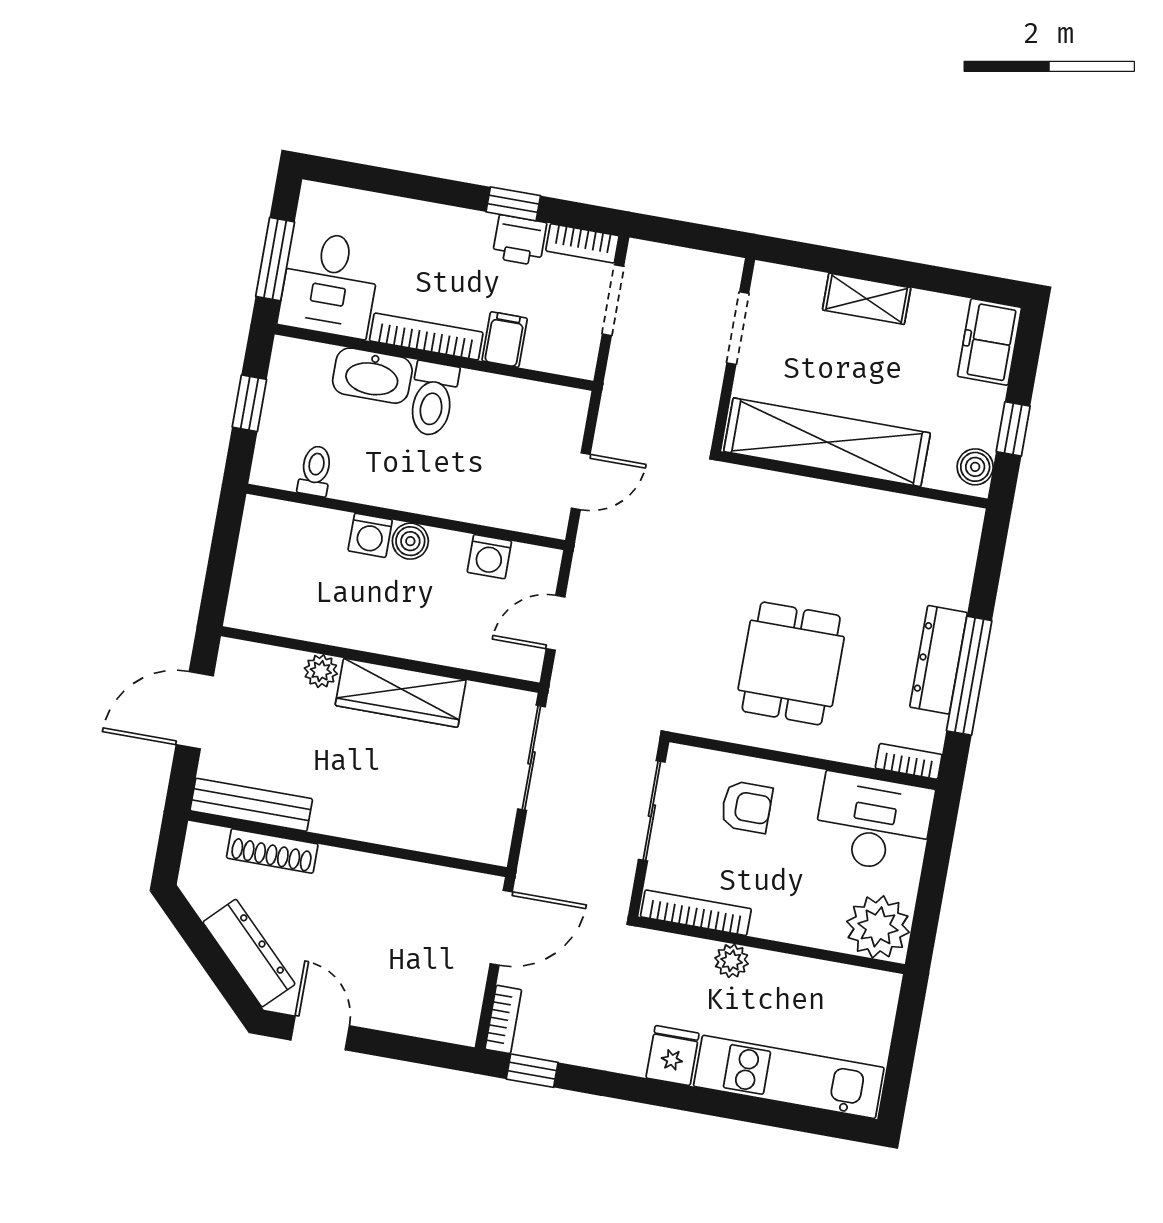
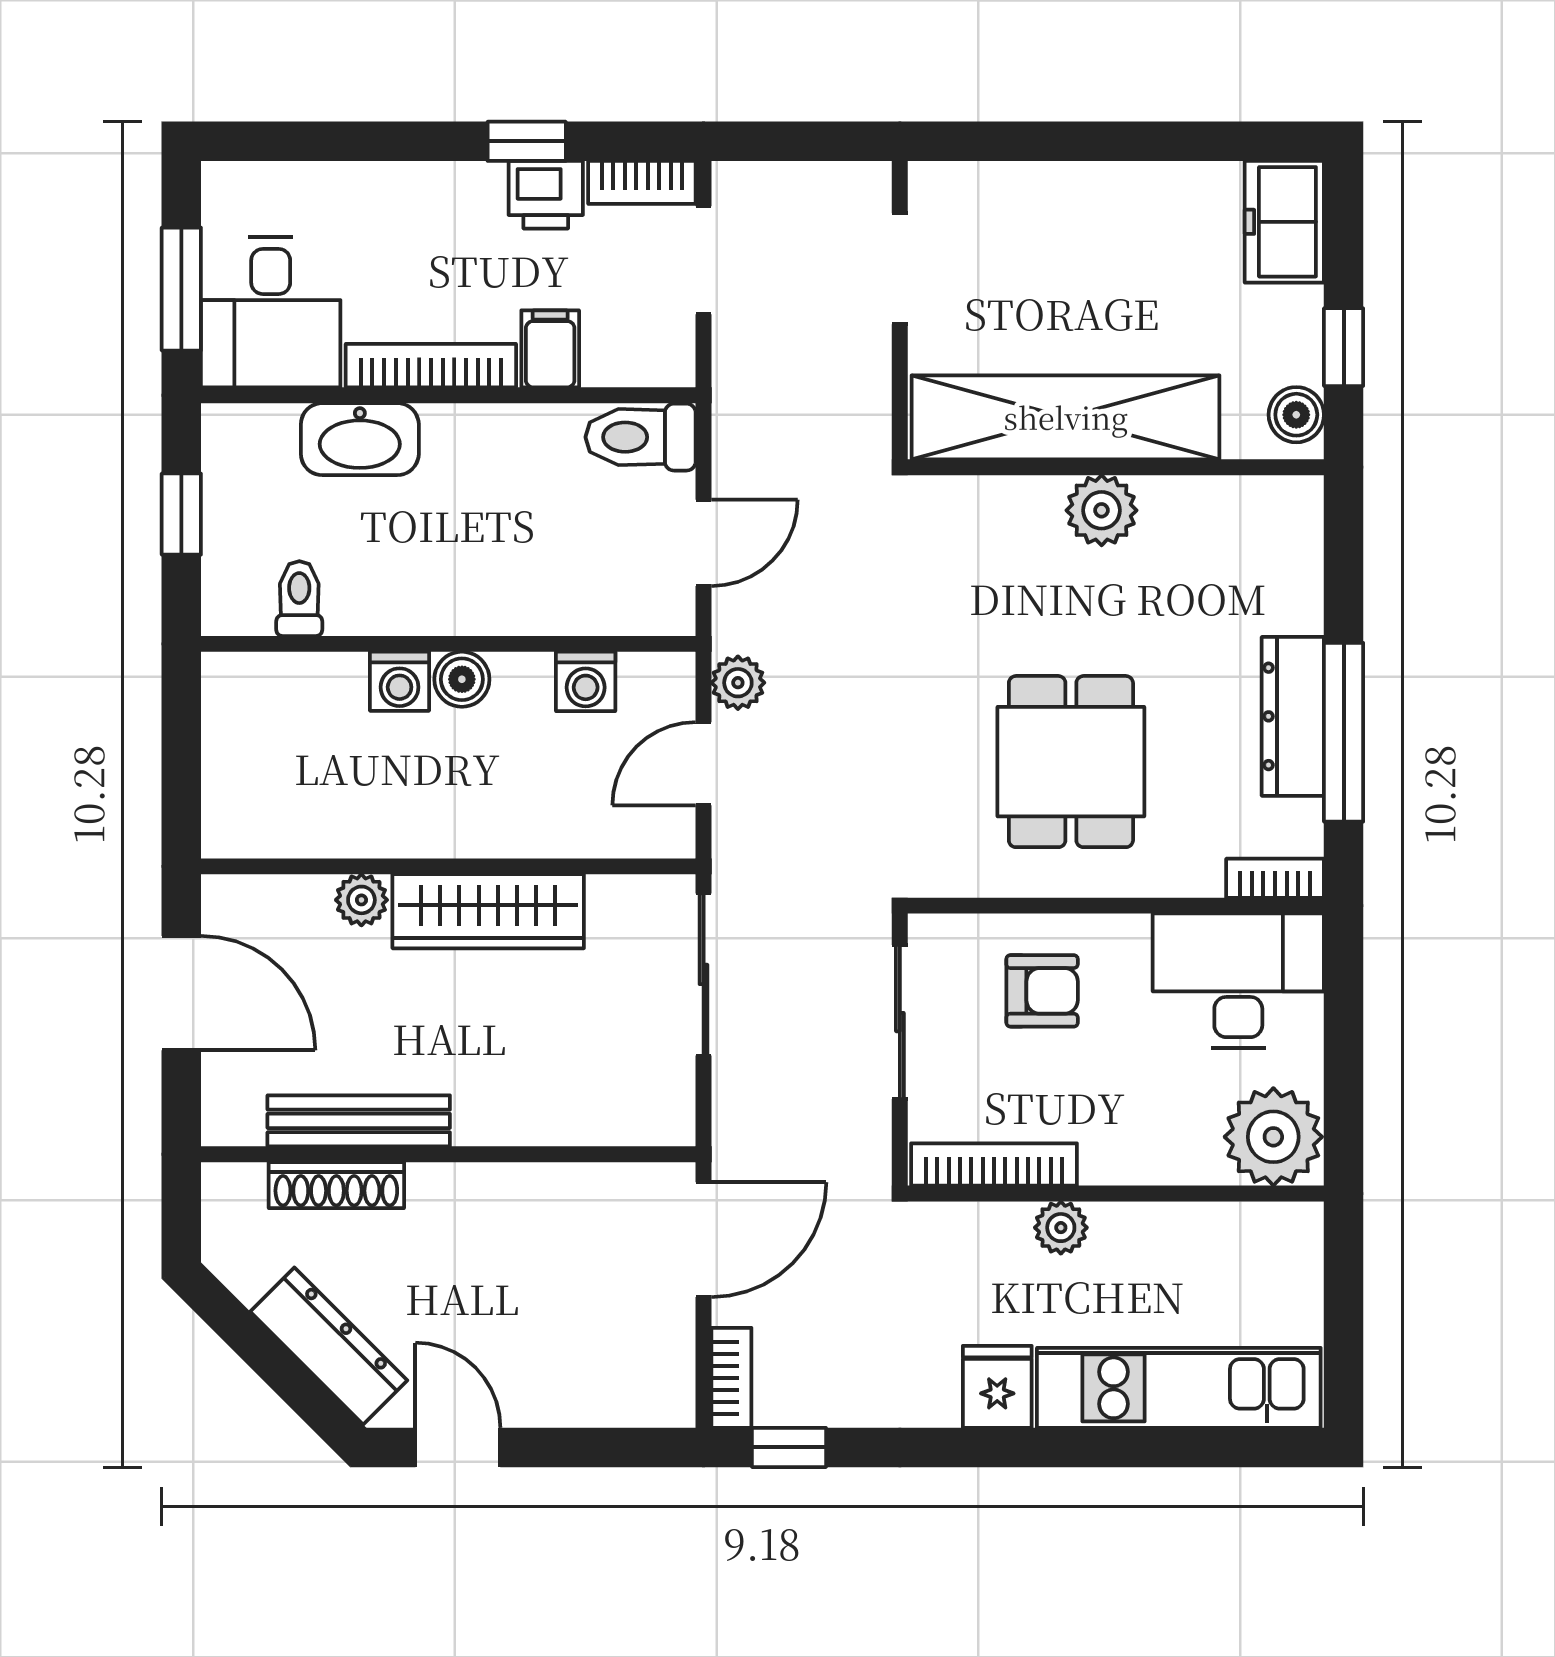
shelving: (867, 299) -> (1087, 190), removed
toilet: (433, 399) -> (641, 437), moved, turned 90
plant: (839, 506) -> (1102, 510), added
plant: (587, 575) -> (738, 683), added
door: (195, 710) -> (181, 993), swing flipped
bench: (251, 805) -> (359, 1121), moved

